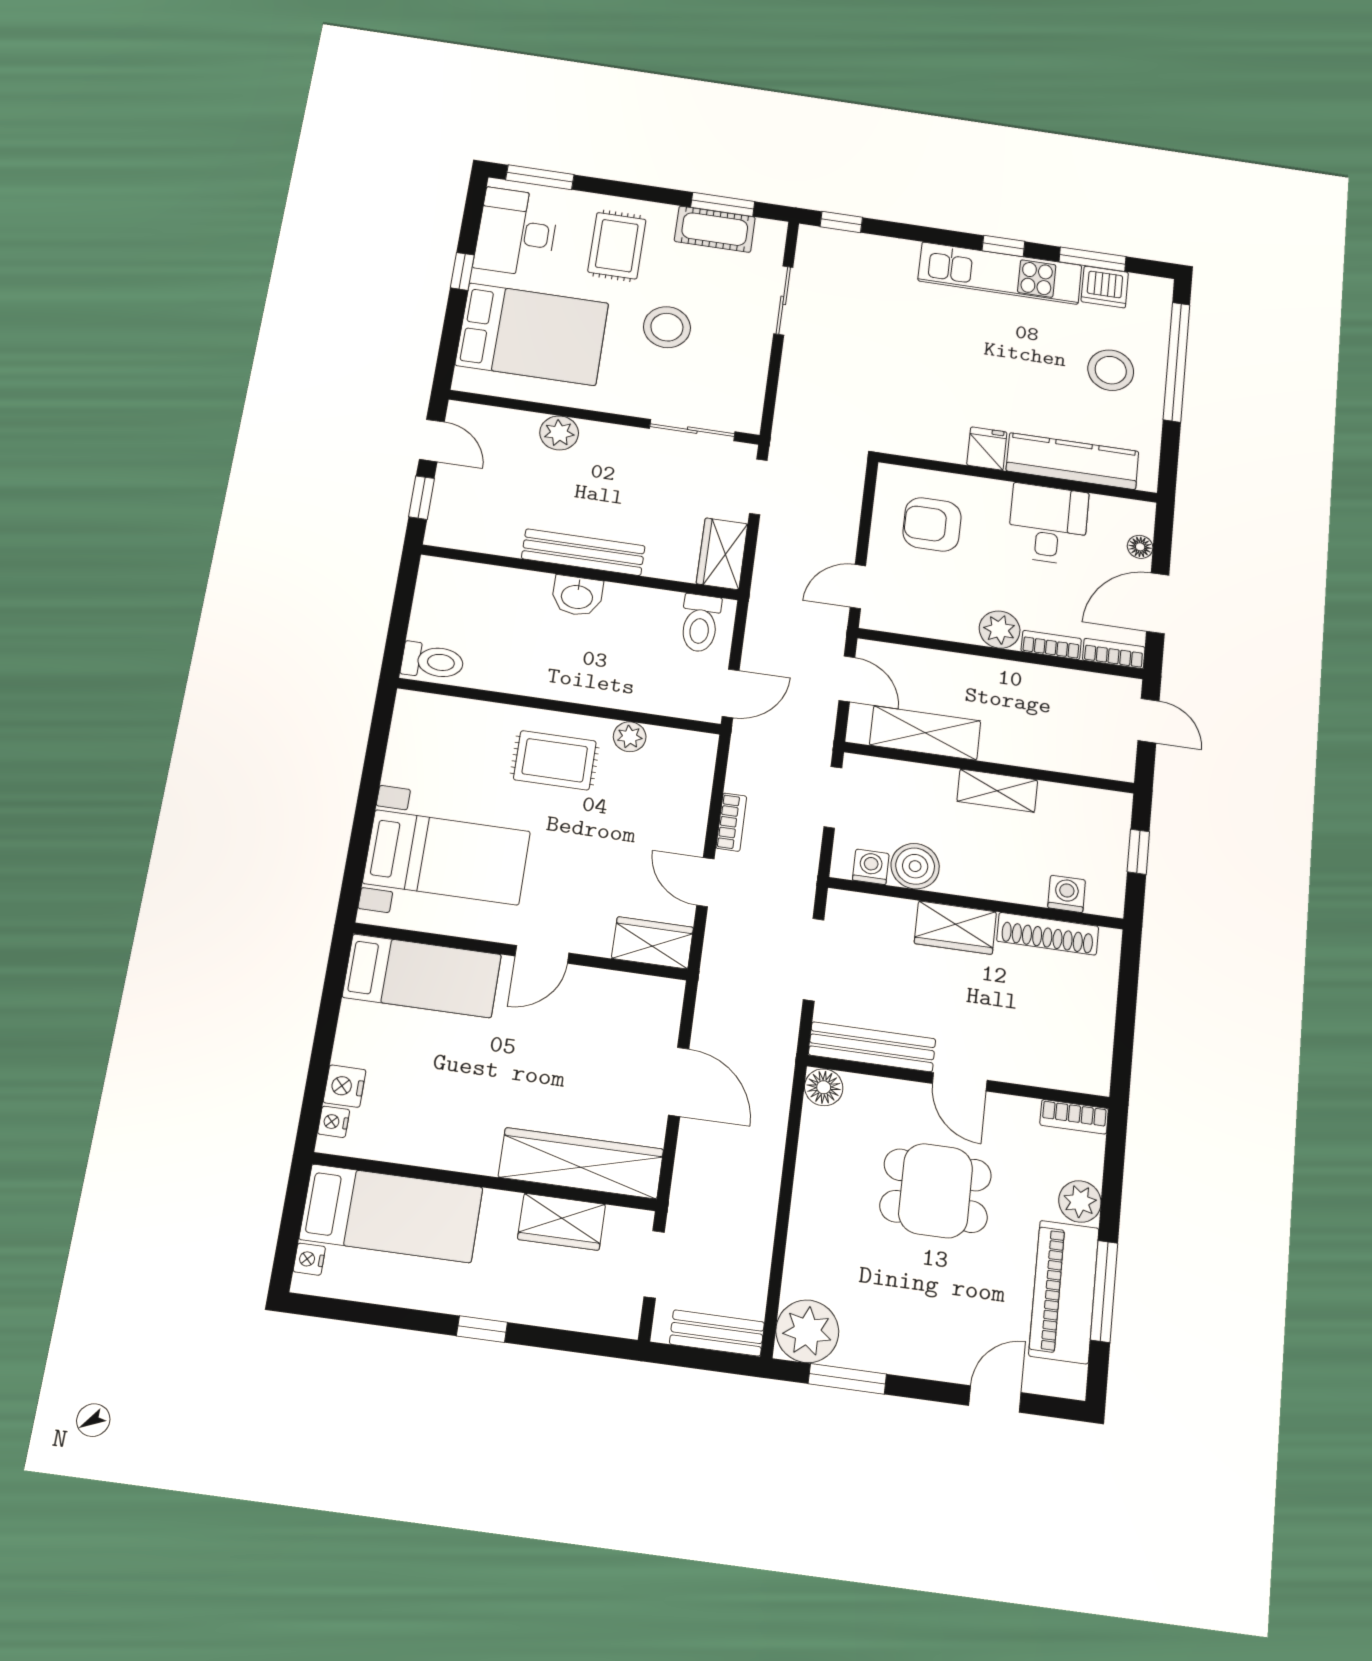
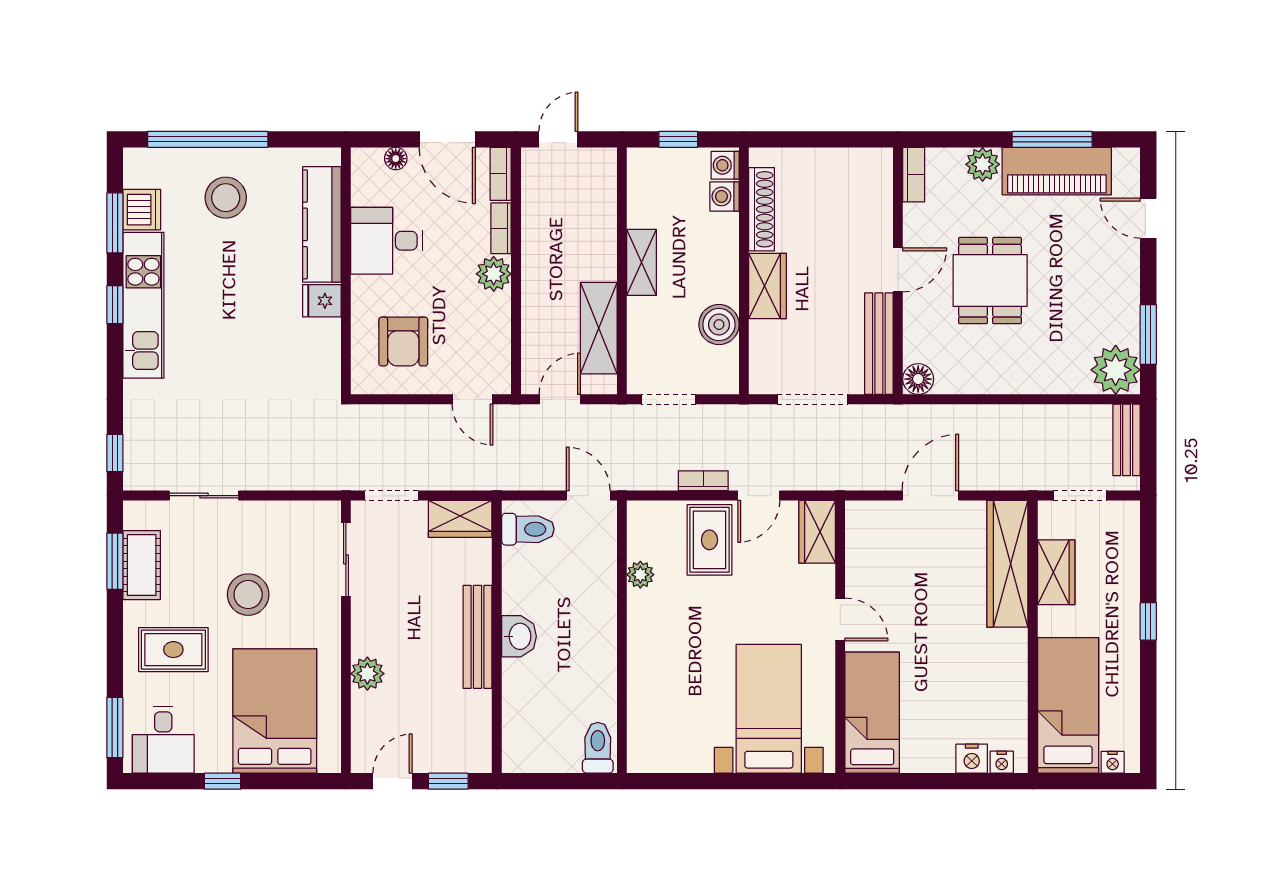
desk: (516, 232) -> (163, 740), width x0.73
rug: (555, 760) -> (709, 540), moved
washing machine: (871, 867) -> (725, 165), moved

